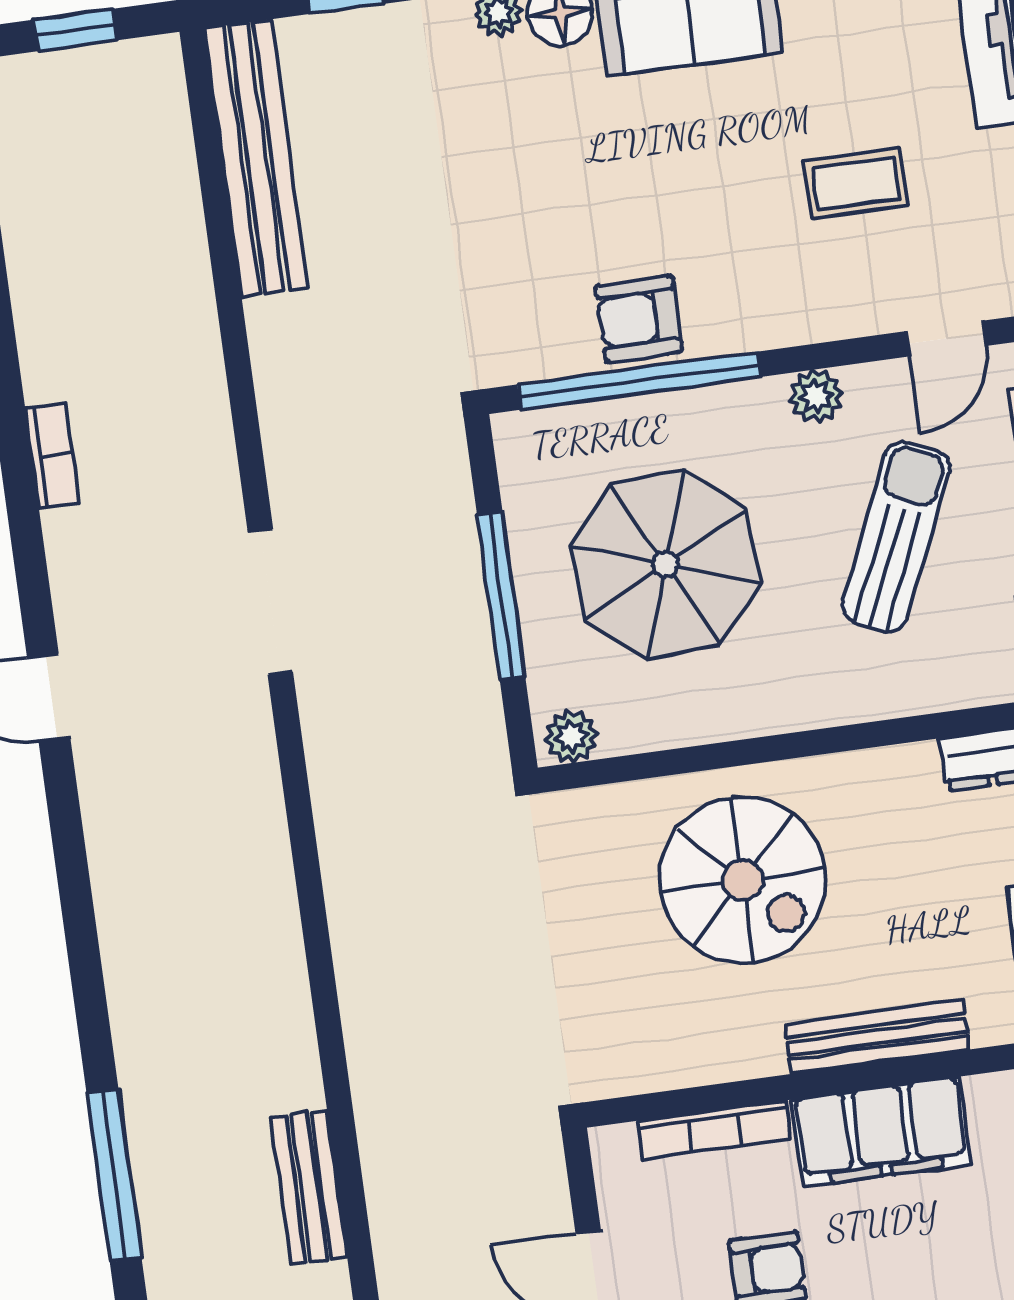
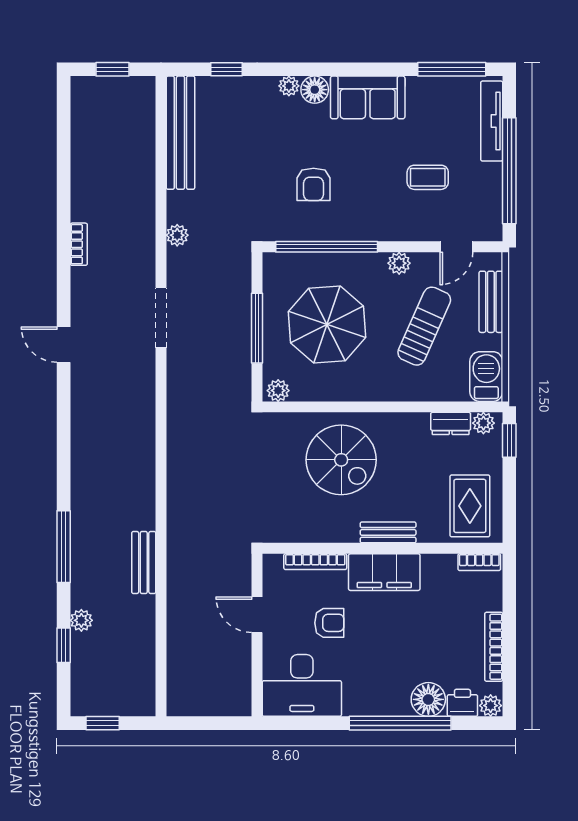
armchair: (639, 319) -> (314, 184), moved, turned -90
plant: (282, 402) -> (177, 235), added
bench: (877, 1037) -> (388, 532), width x0.73

